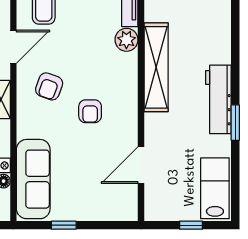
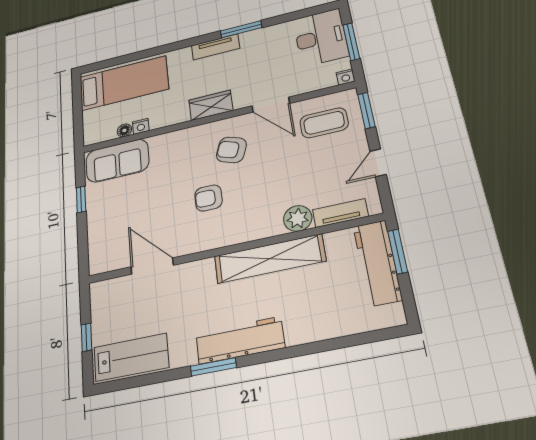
sofa: (33, 179) -> (117, 161), width x0.73

